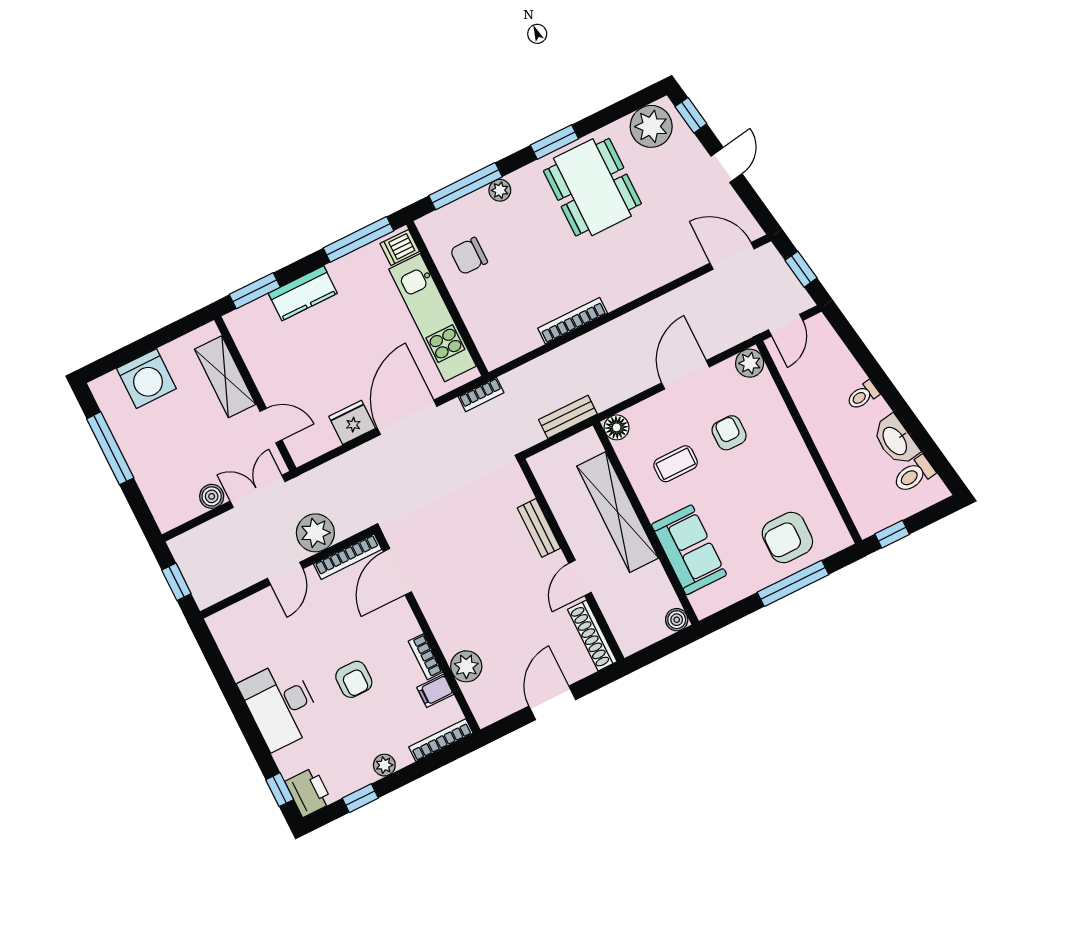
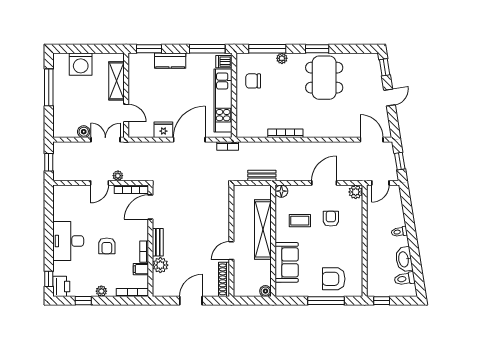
plant: (651, 126) -> (364, 63), removed
bench: (539, 528) -> (158, 242), moved
plant: (315, 533) -> (118, 176), width x0.53, depth x0.53

